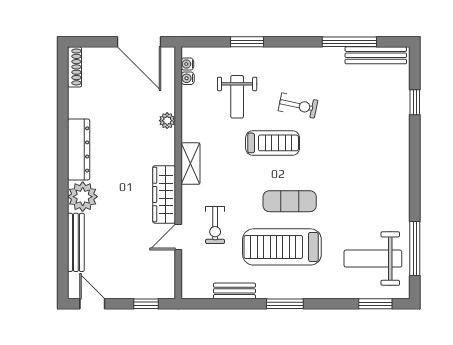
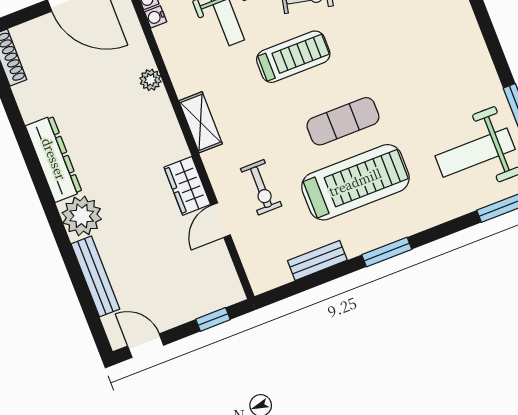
wardrobe: (164, 194) -> (187, 186), width x0.67
treadmill: (282, 247) -> (355, 182), turned 180

